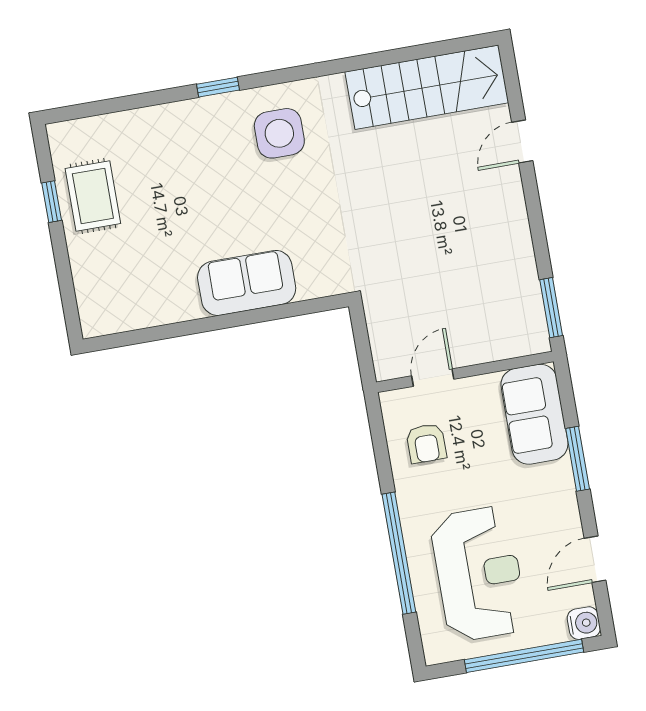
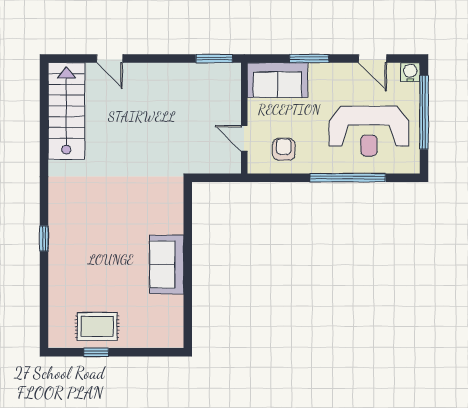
side table: (279, 133) -> (79, 206), removed
sofa: (247, 283) -> (167, 264), moved
armchair: (426, 443) -> (284, 149), turned -90
reception desk: (479, 574) -> (369, 131), turned 180

